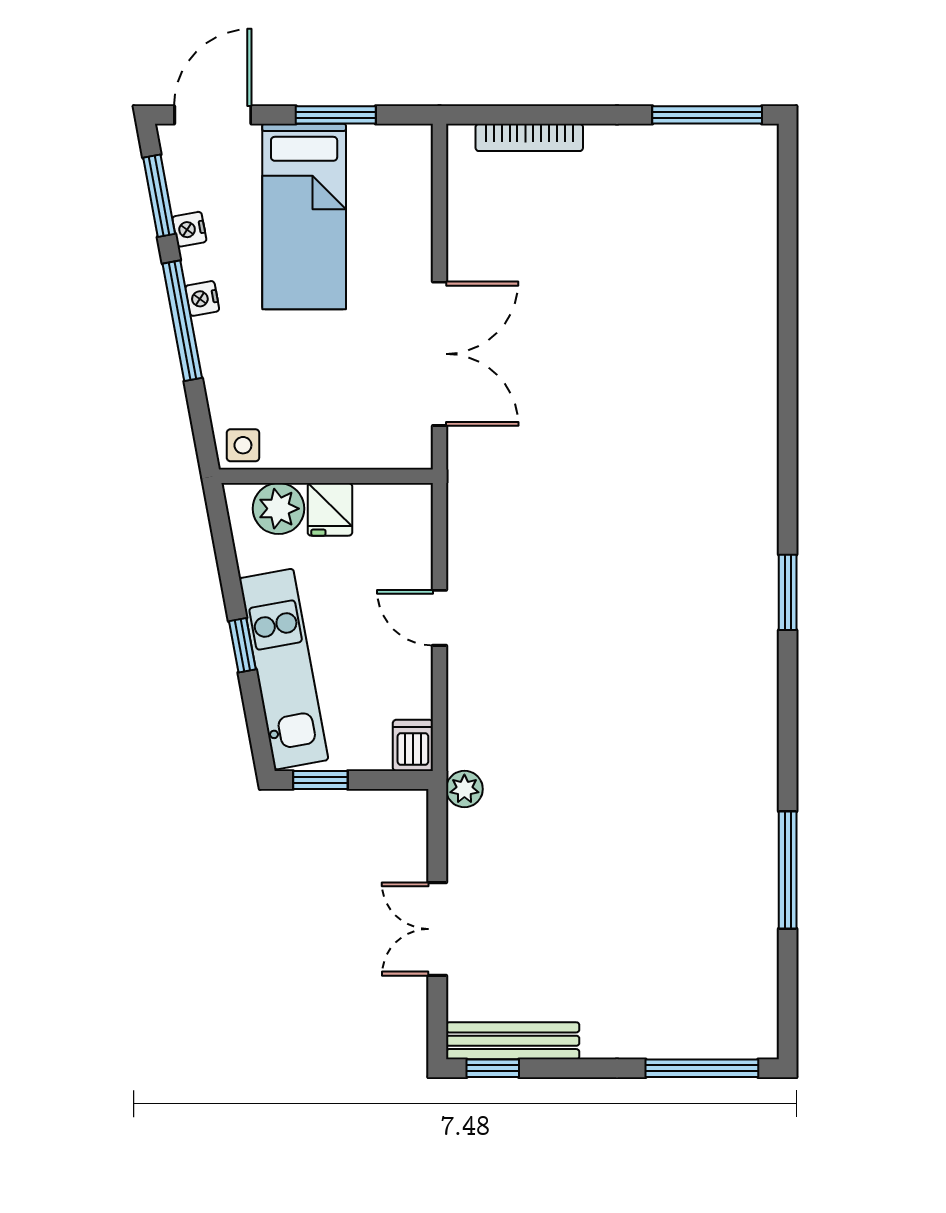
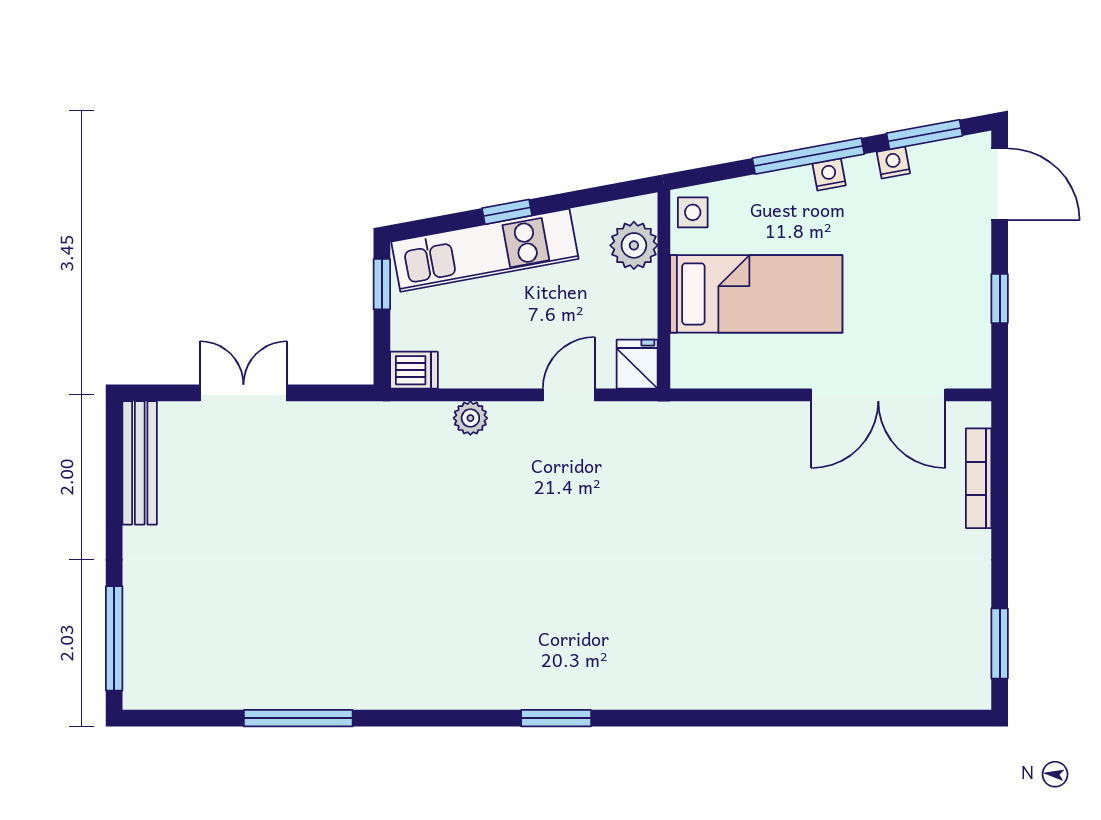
window: (336, 115) -> (1000, 298), width x0.67
window: (707, 115) -> (1000, 643), width x0.69
bed: (304, 217) -> (756, 294), moved, turned 180
double door: (440, 354) -> (878, 395), moved
fridge: (330, 509) -> (637, 364), moved, turned 90
door: (440, 618) -> (569, 395), moved
plant: (464, 789) -> (470, 418), moved
window: (493, 1068) -> (114, 444), removed

